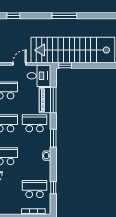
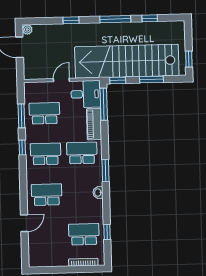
window: (13, 16) -> (71, 20), moved
window: (92, 16) -> (150, 18), added
window: (92, 65) -> (151, 80), added
window: (53, 100) -> (104, 104), moved

